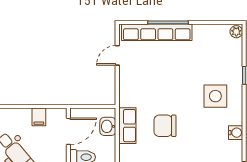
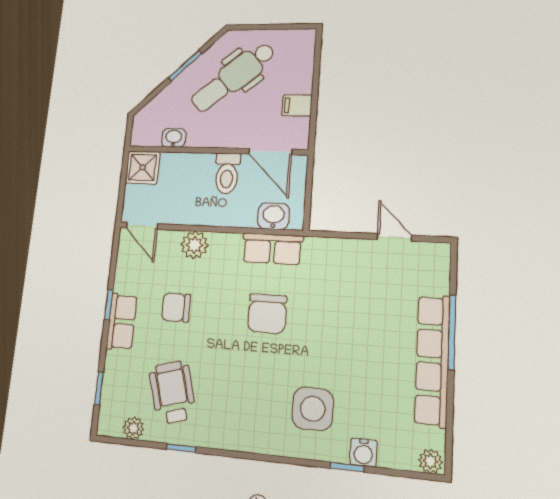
row of seats: (157, 32) -> (432, 360), moved
chair: (165, 126) -> (267, 314), turned 180
water cooler: (236, 133) -> (363, 452), moved

